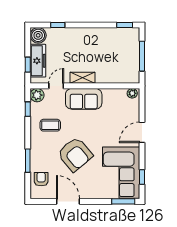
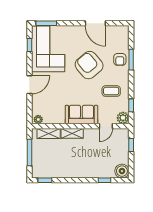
freezer: (38, 61) -> (122, 148), removed
shelving: (83, 78) -> (72, 133), moved
shelving: (120, 78) -> (49, 133), added
armchair: (41, 179) -> (120, 59), moved

